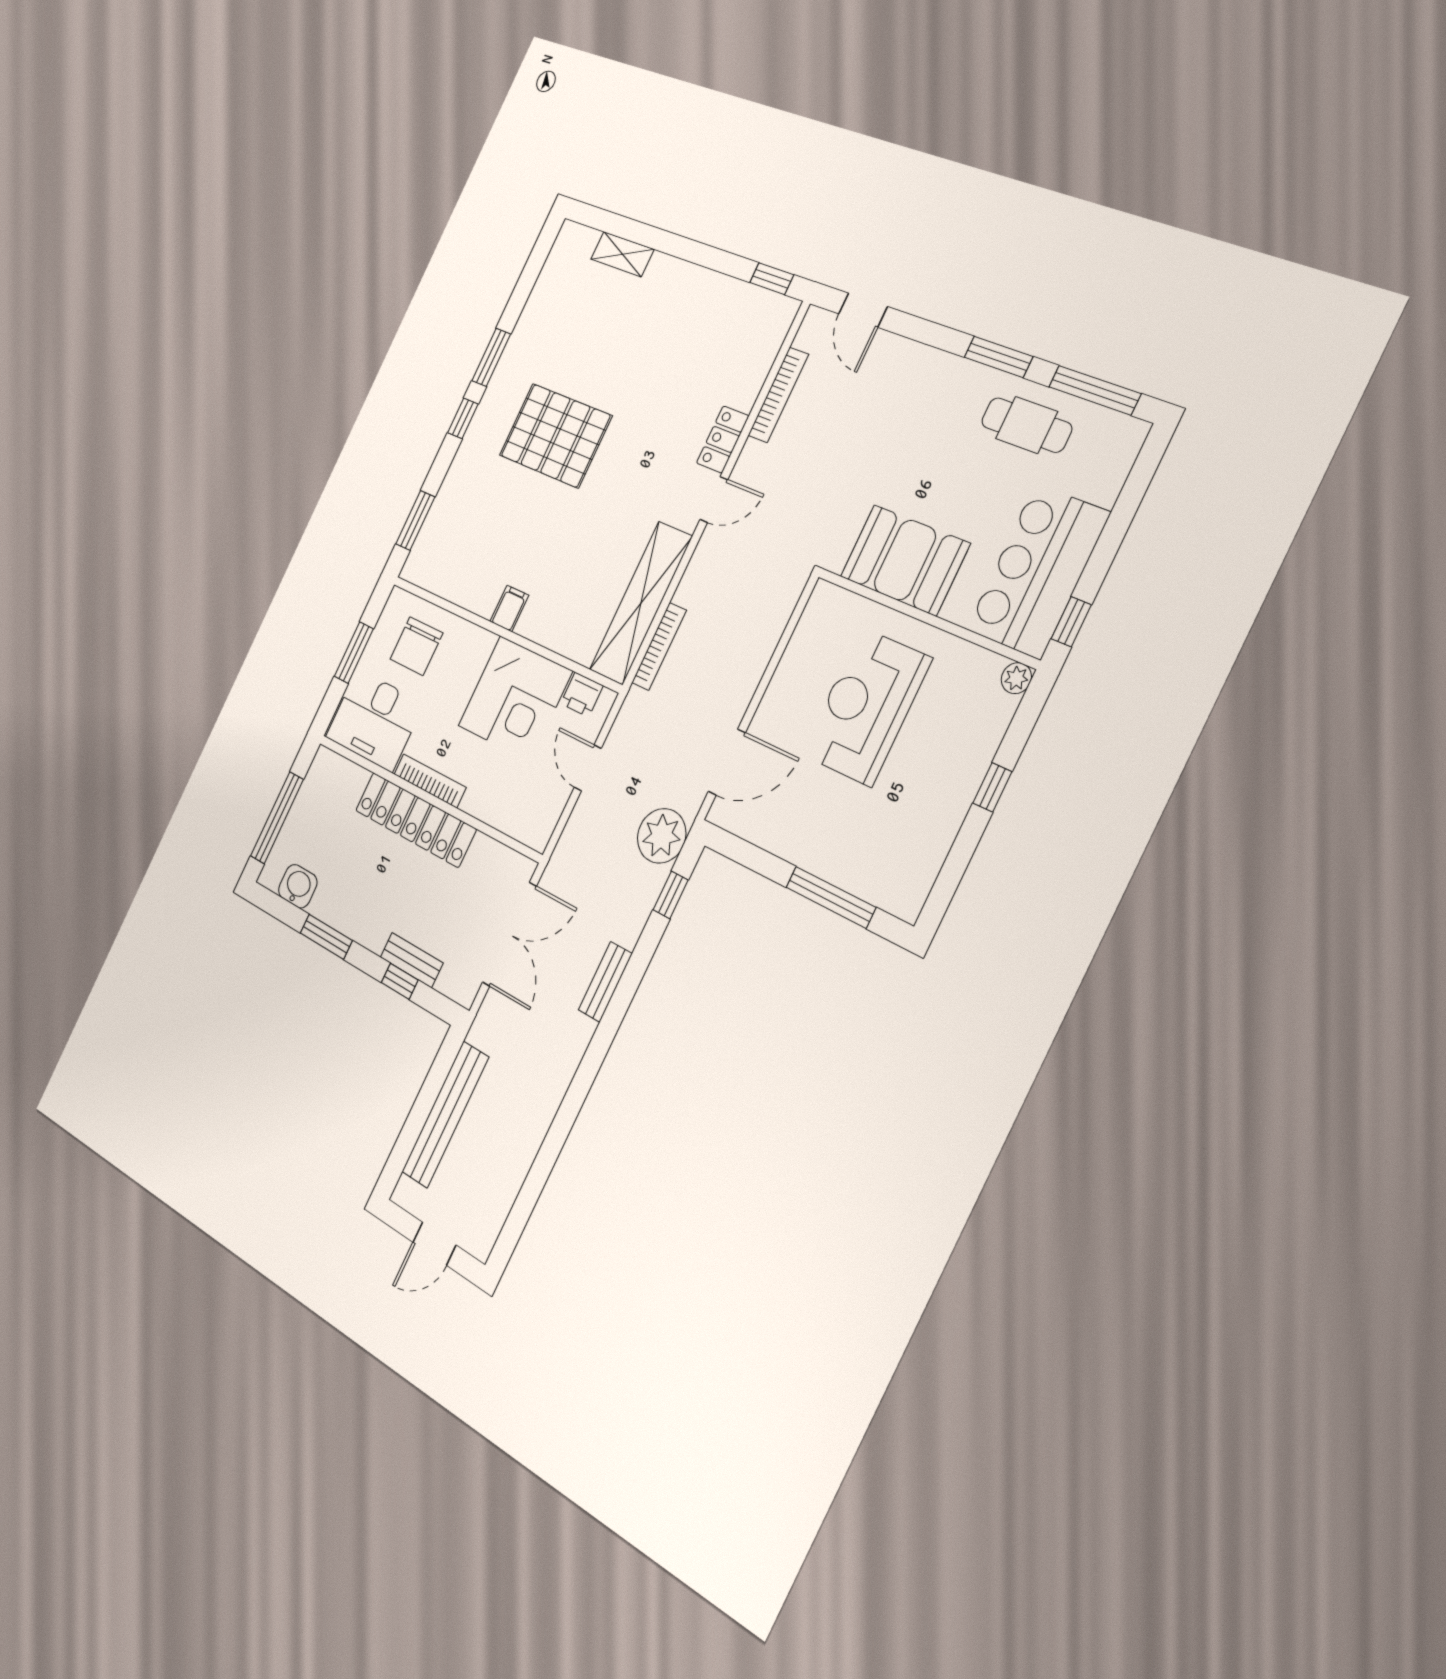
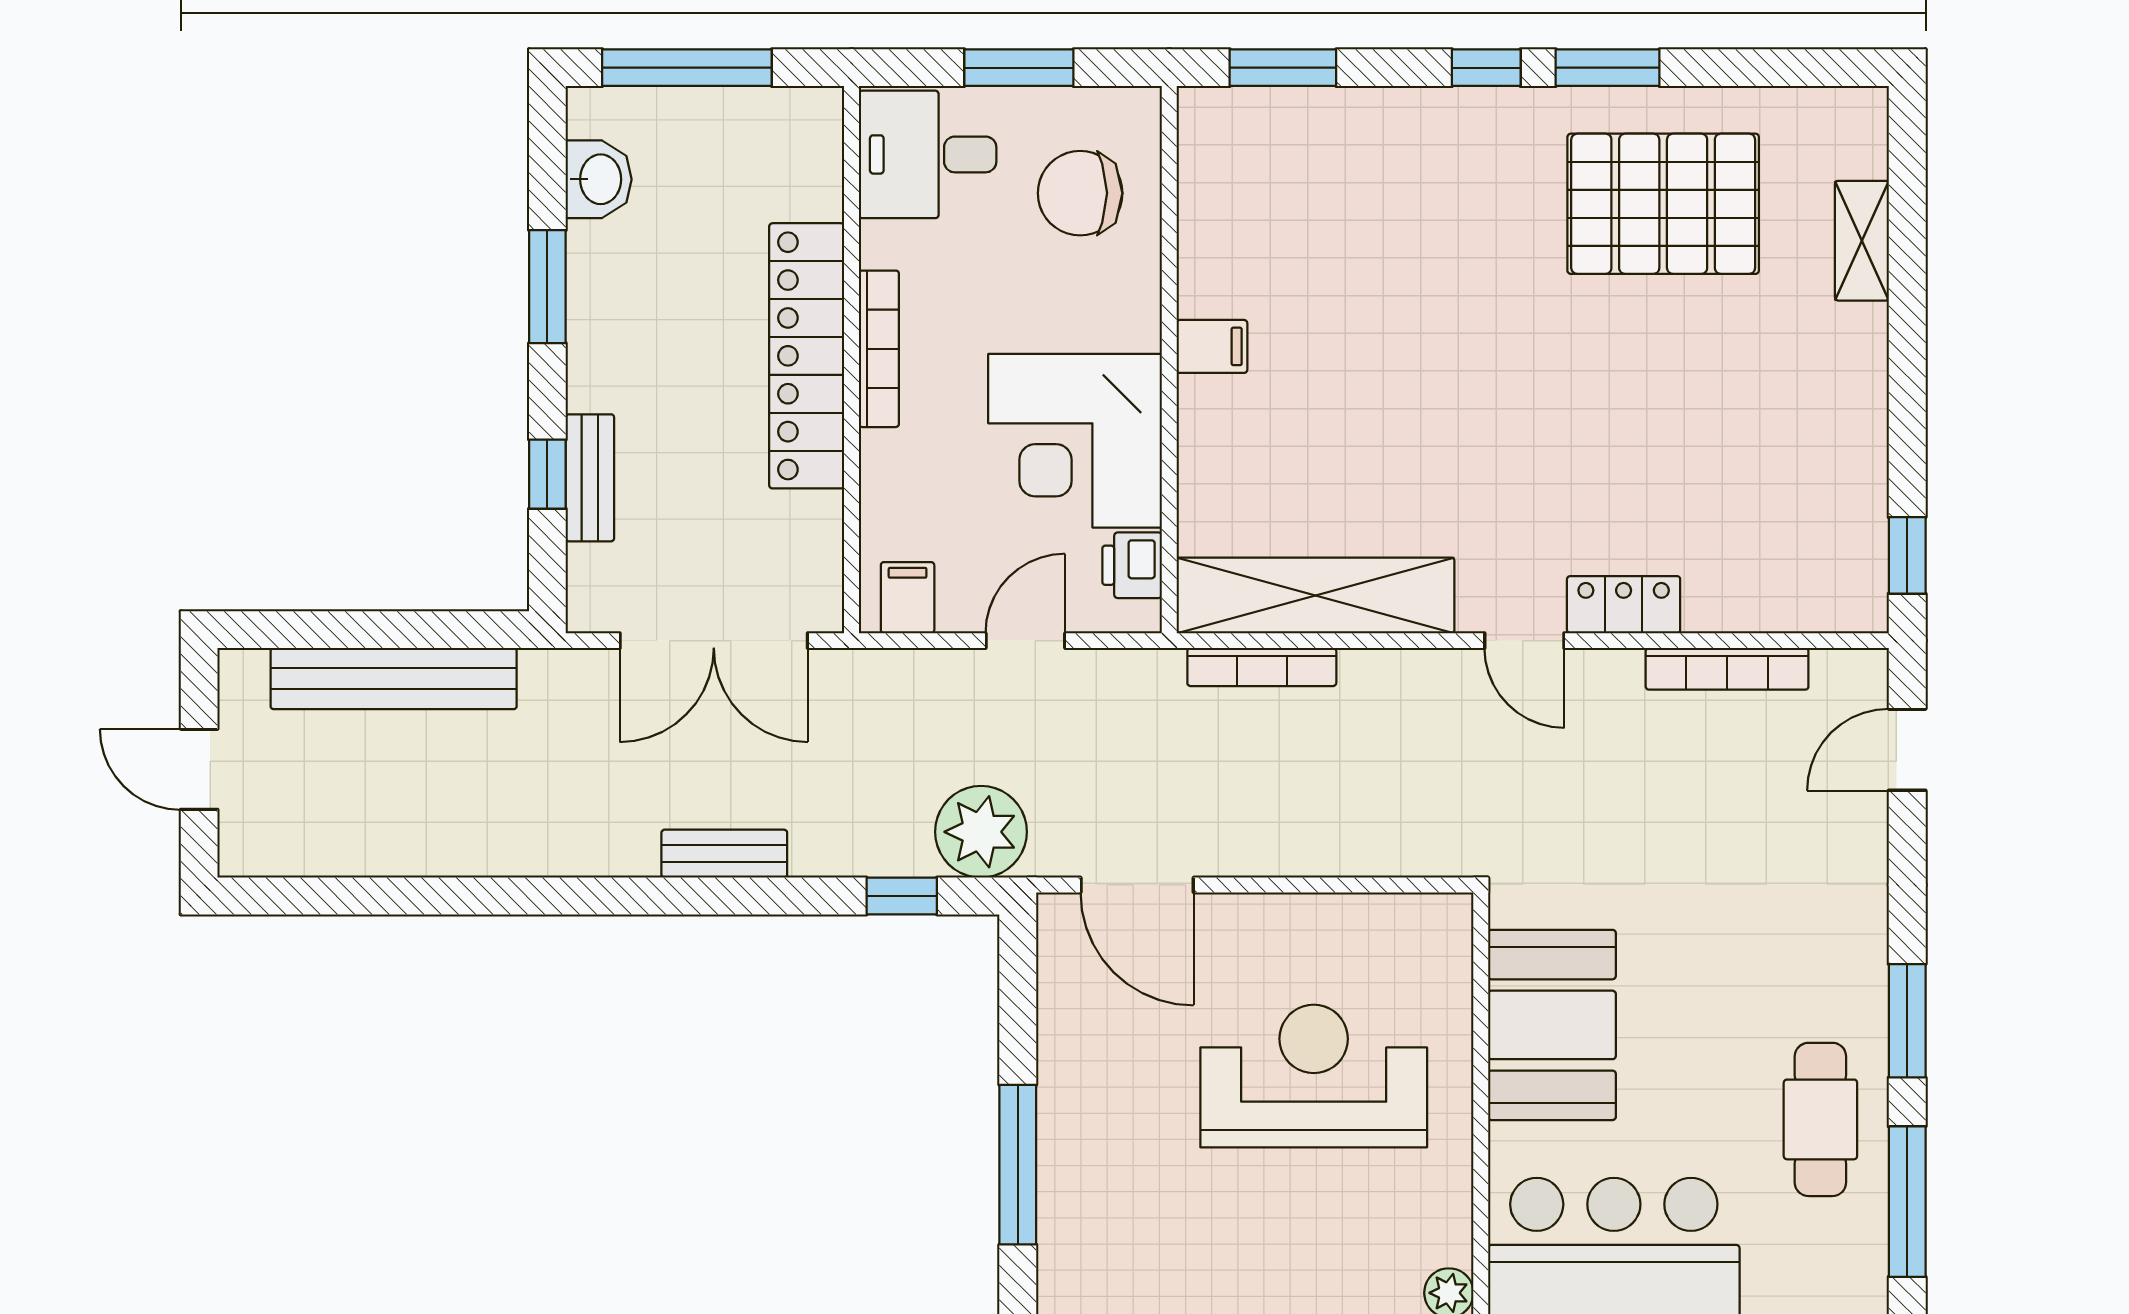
pallet: (555, 436) -> (1663, 204), moved, turned 90
desk: (375, 720) -> (928, 154), width x0.73
filing cabinet: (540, 821) -> (908, 598), added

